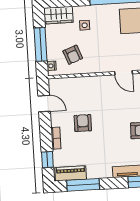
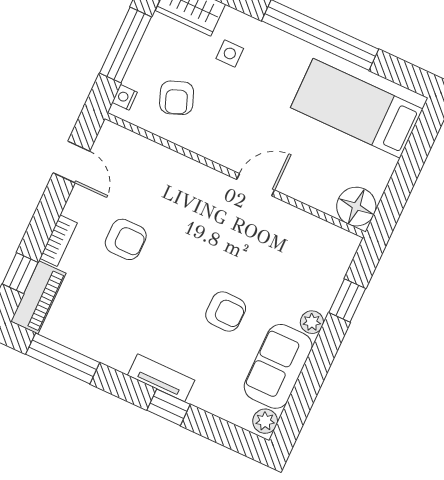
door: (123, 73) -> (256, 185), swing flipped
armchair: (83, 123) -> (126, 239), turned 90
piano: (71, 173) -> (38, 297), moved, turned 90

